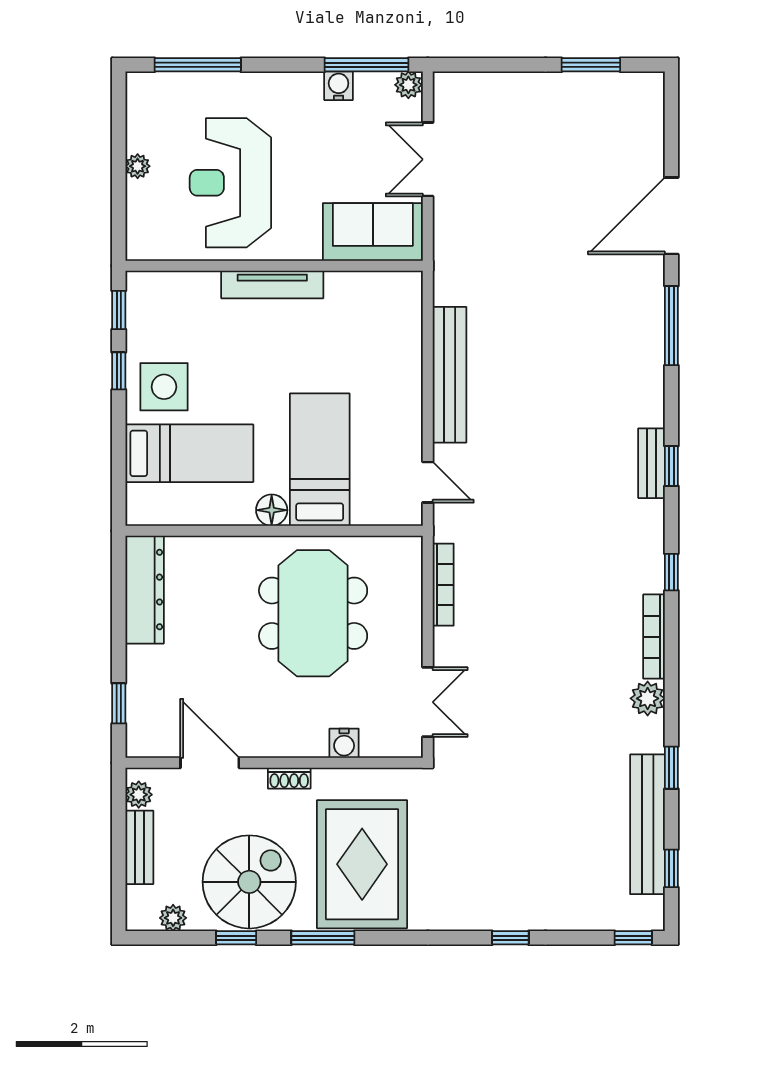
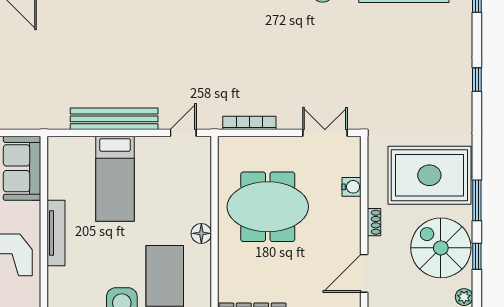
bed: (320, 460) -> (115, 179), moved, turned -90

